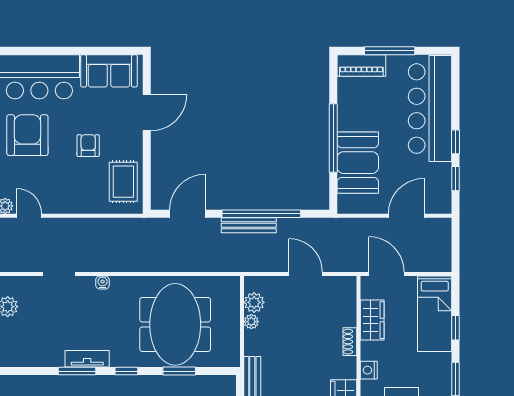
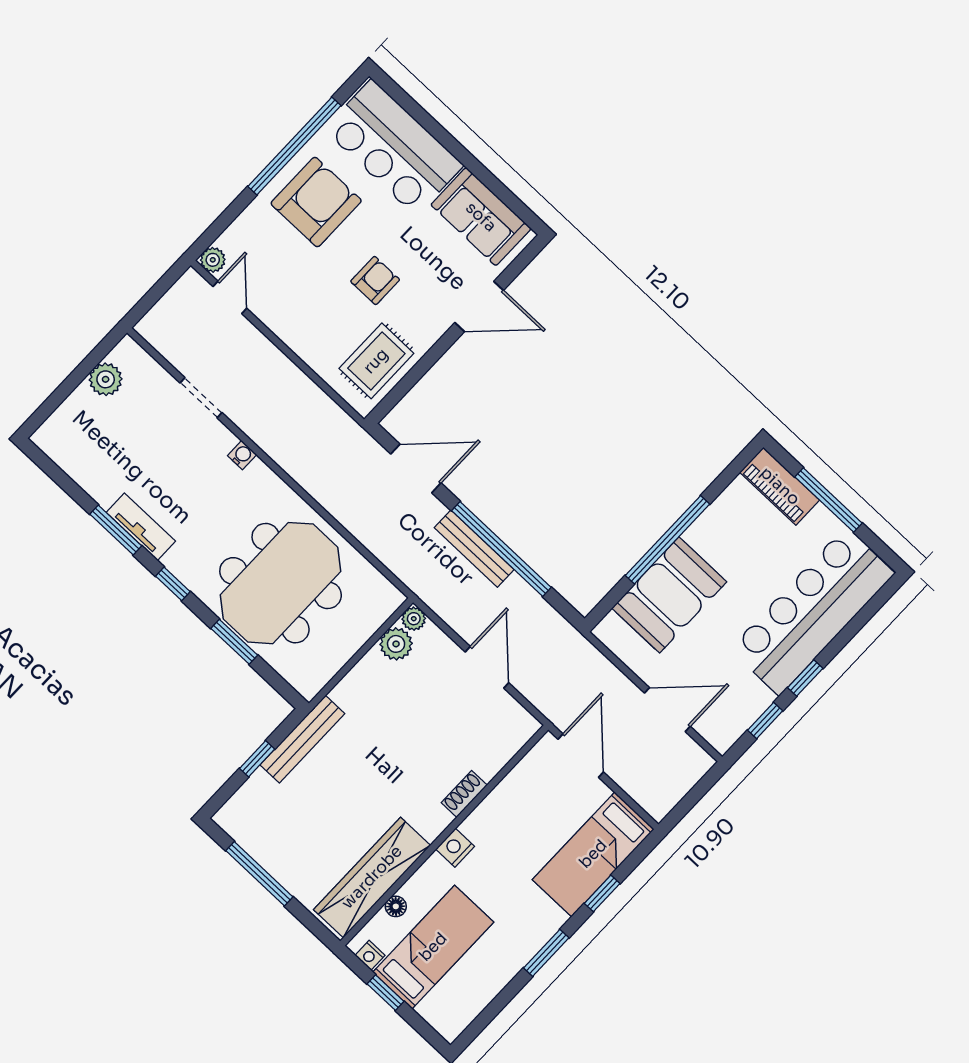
wardrobe: (372, 320) -> (514, 793), removed
plant: (251, 322) -> (414, 619), moved

